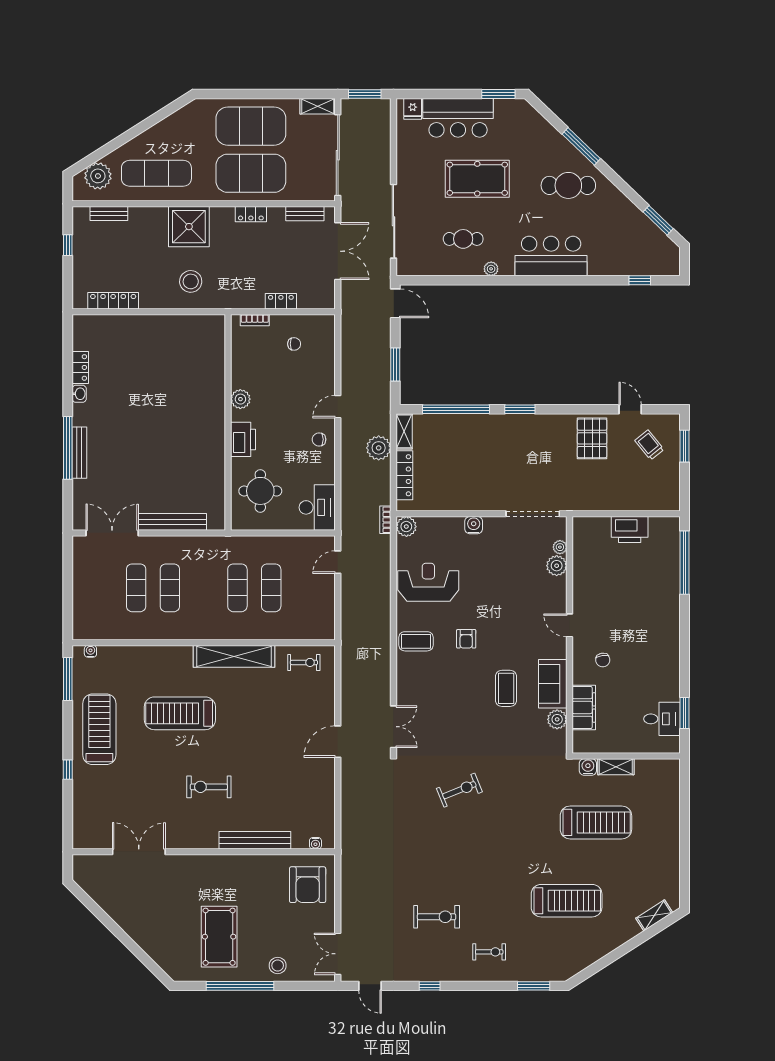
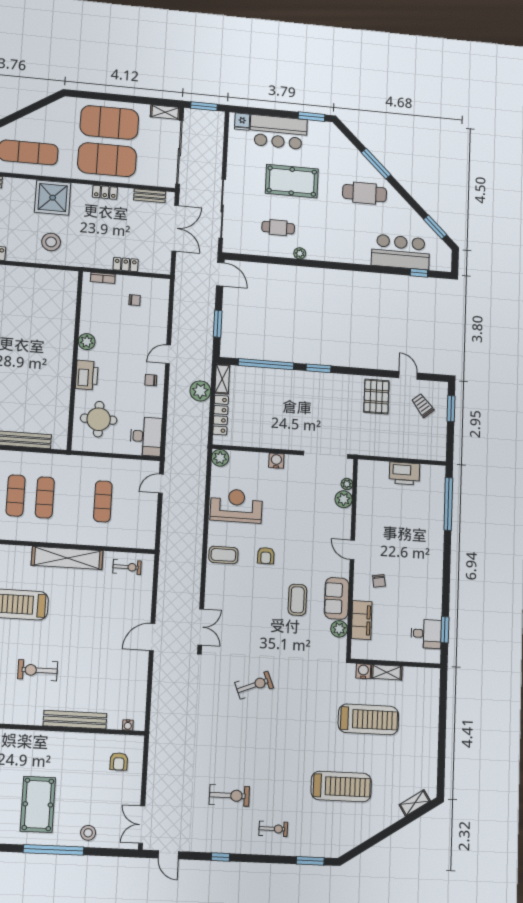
bar counter: (551, 256) -> (400, 252), moved
bookcase: (385, 520) -> (203, 451), removed
exercise mat: (237, 588) -> (45, 497), moved
armchair: (308, 885) -> (119, 761), width x0.53, depth x0.53

